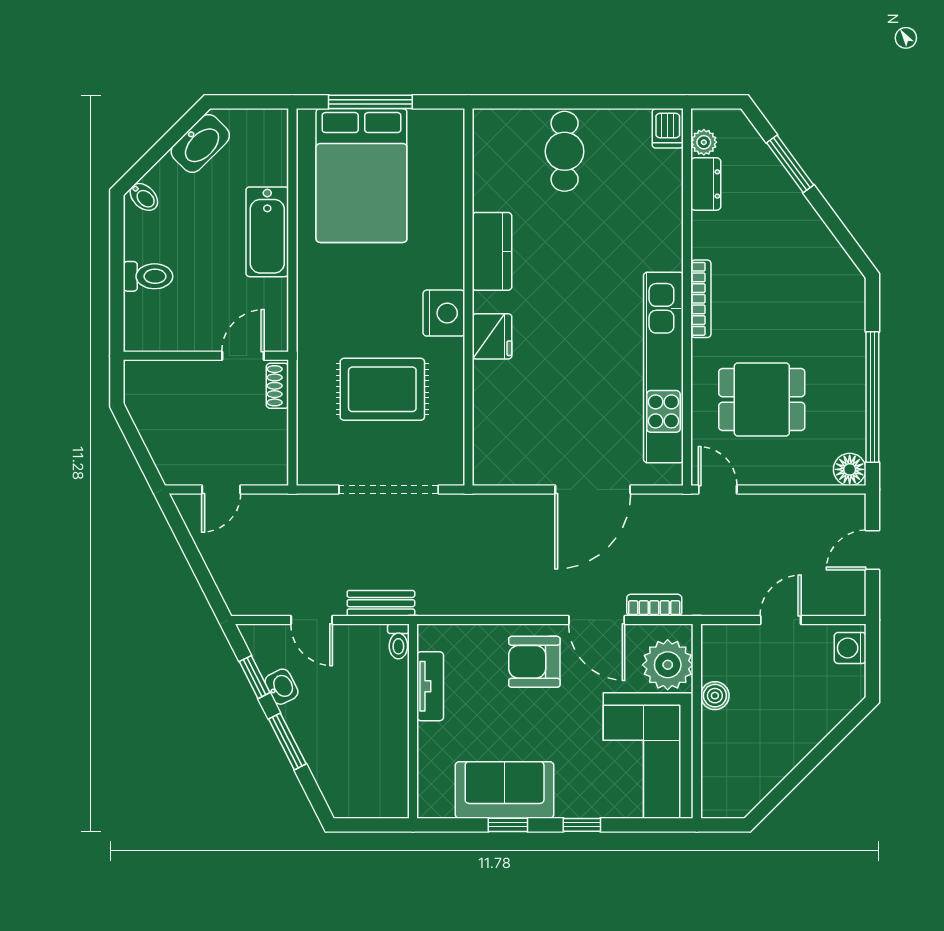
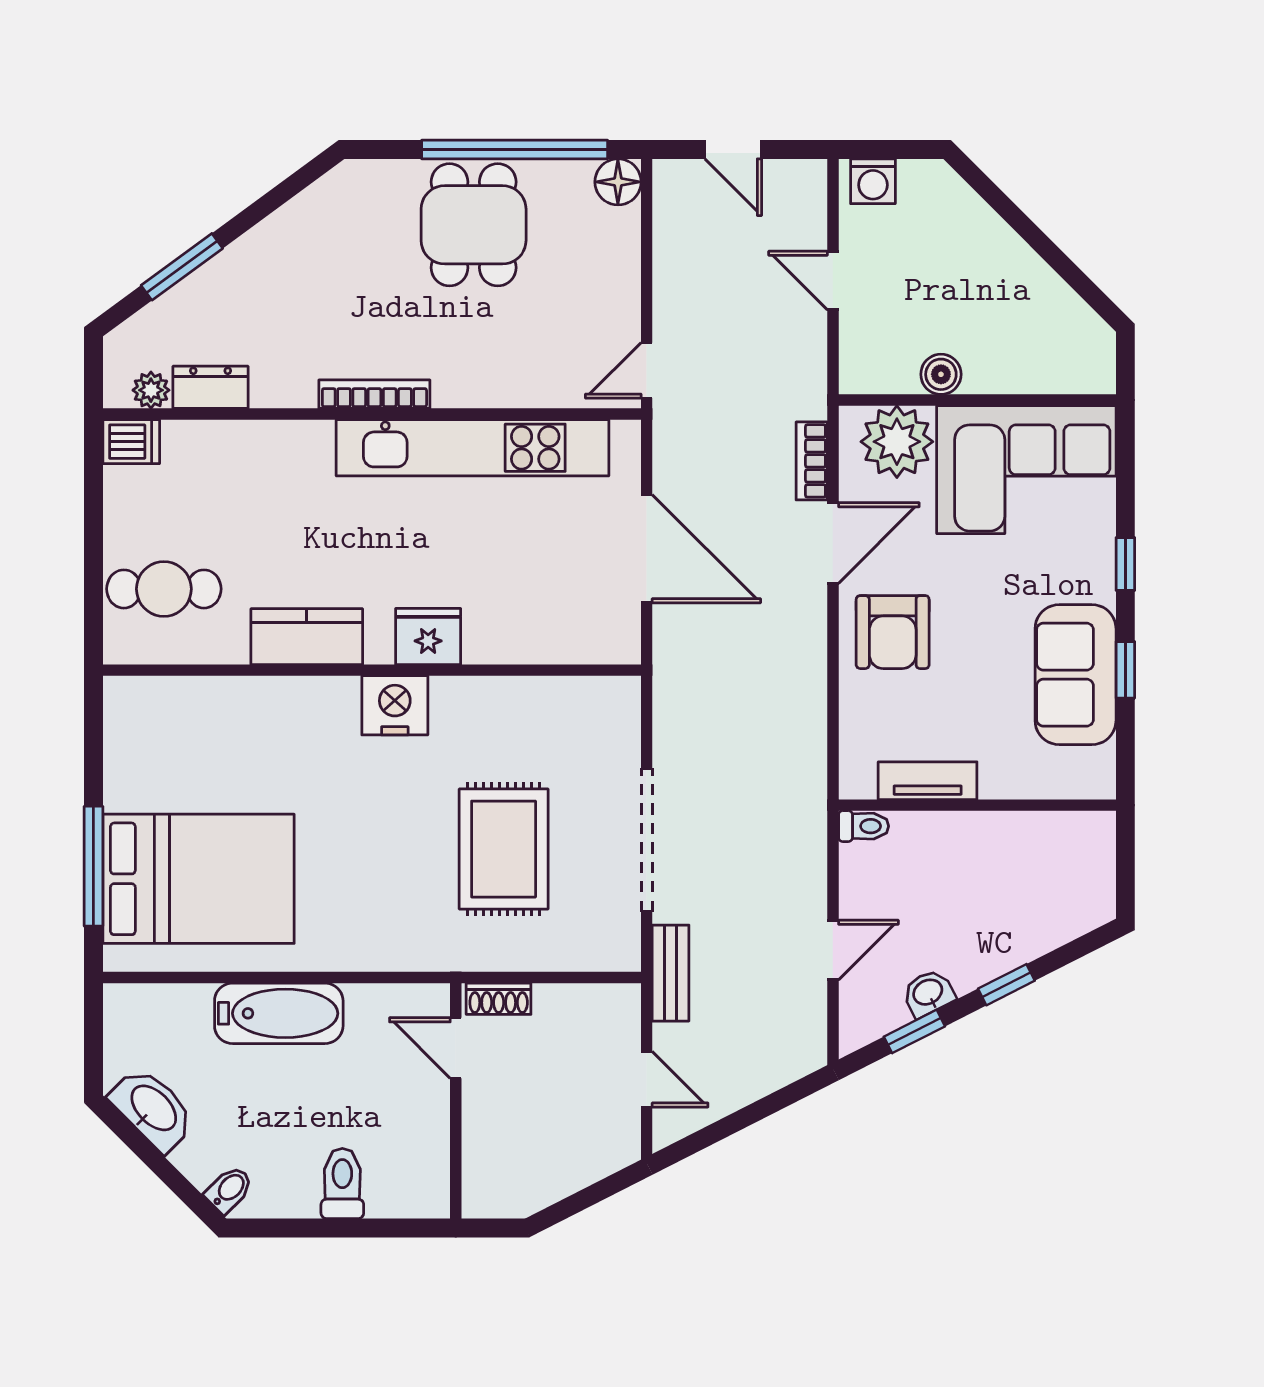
kitchen counter: (492, 251) -> (307, 637), moved
wall: (469, 297) -> (372, 670), moved
nightstand: (444, 313) -> (395, 705), moved
fridge: (492, 336) -> (428, 636), moved
dining table: (762, 399) -> (474, 225), moved
bench: (381, 603) -> (671, 973), moved
window: (287, 741) -> (1006, 985), width x0.67

